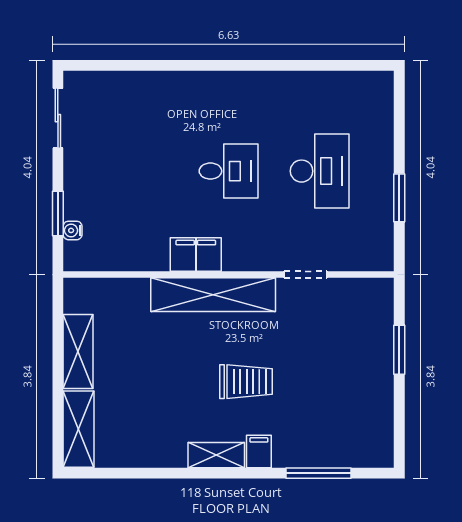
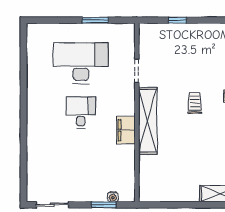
desk: (320, 171) -> (81, 63), width x1.36, depth x1.30
window: (399, 350) -> (177, 20), width x0.67
shelving: (78, 351) -> (178, 194), removed
trolley: (246, 382) -> (195, 103), width x0.73, depth x0.72

